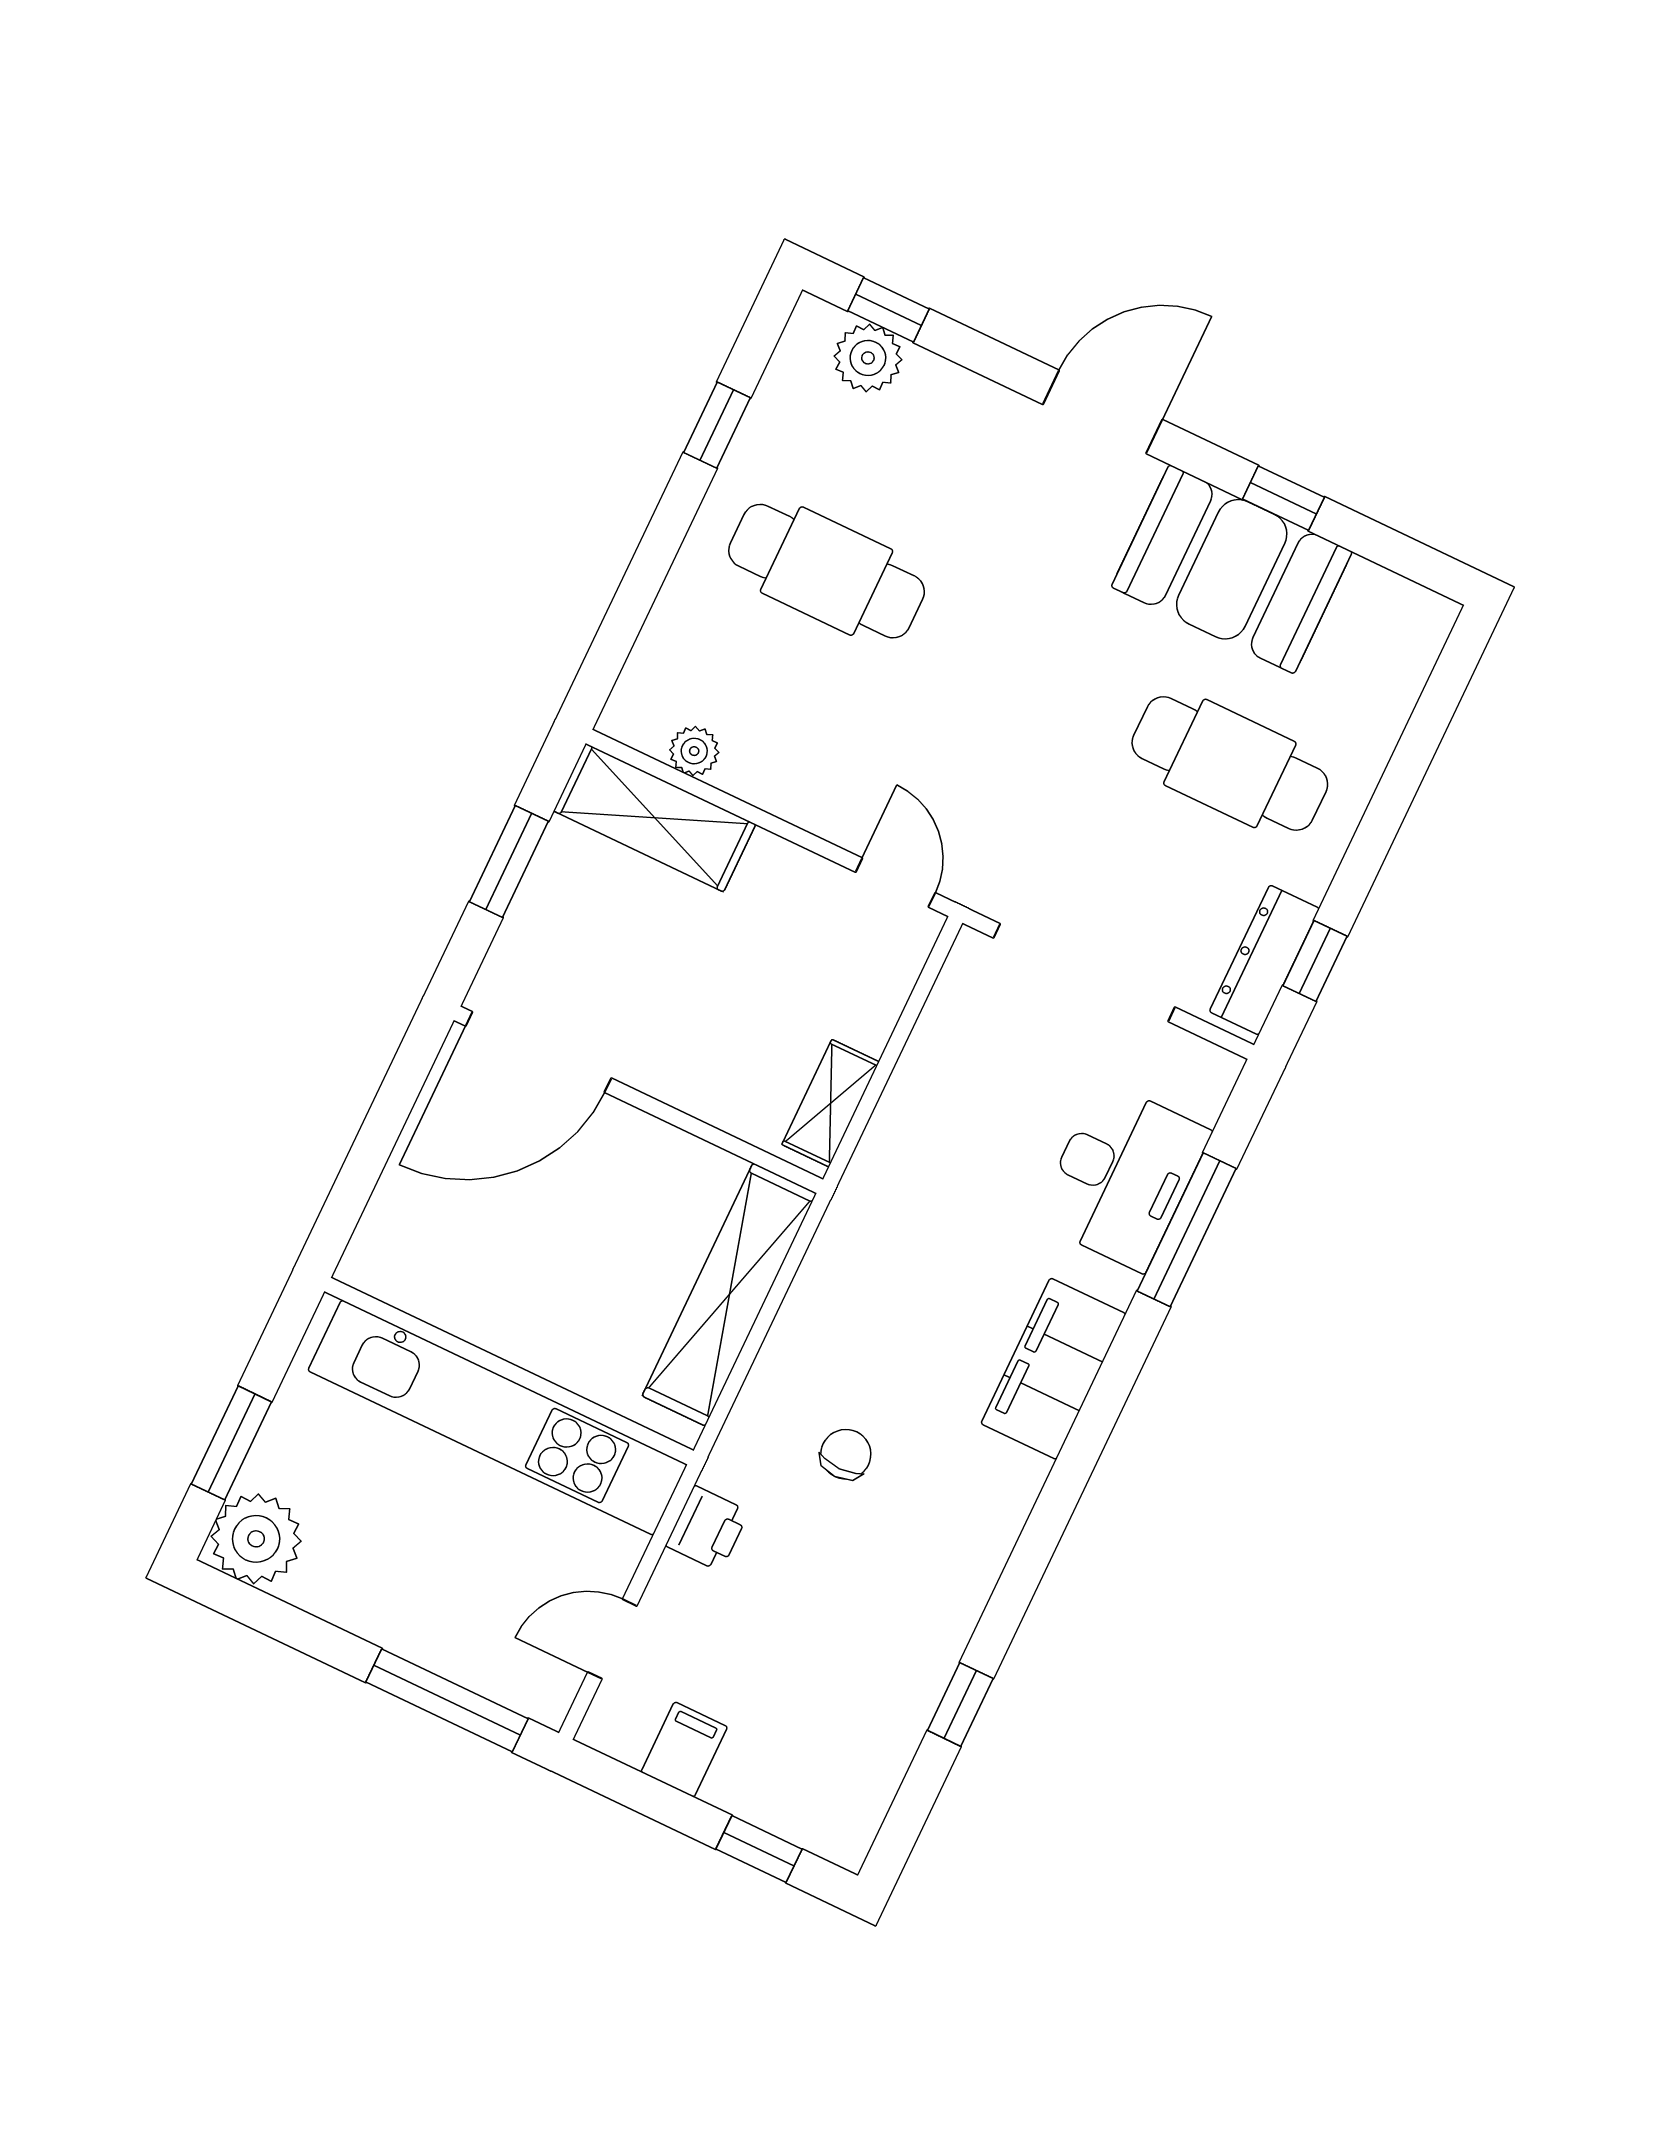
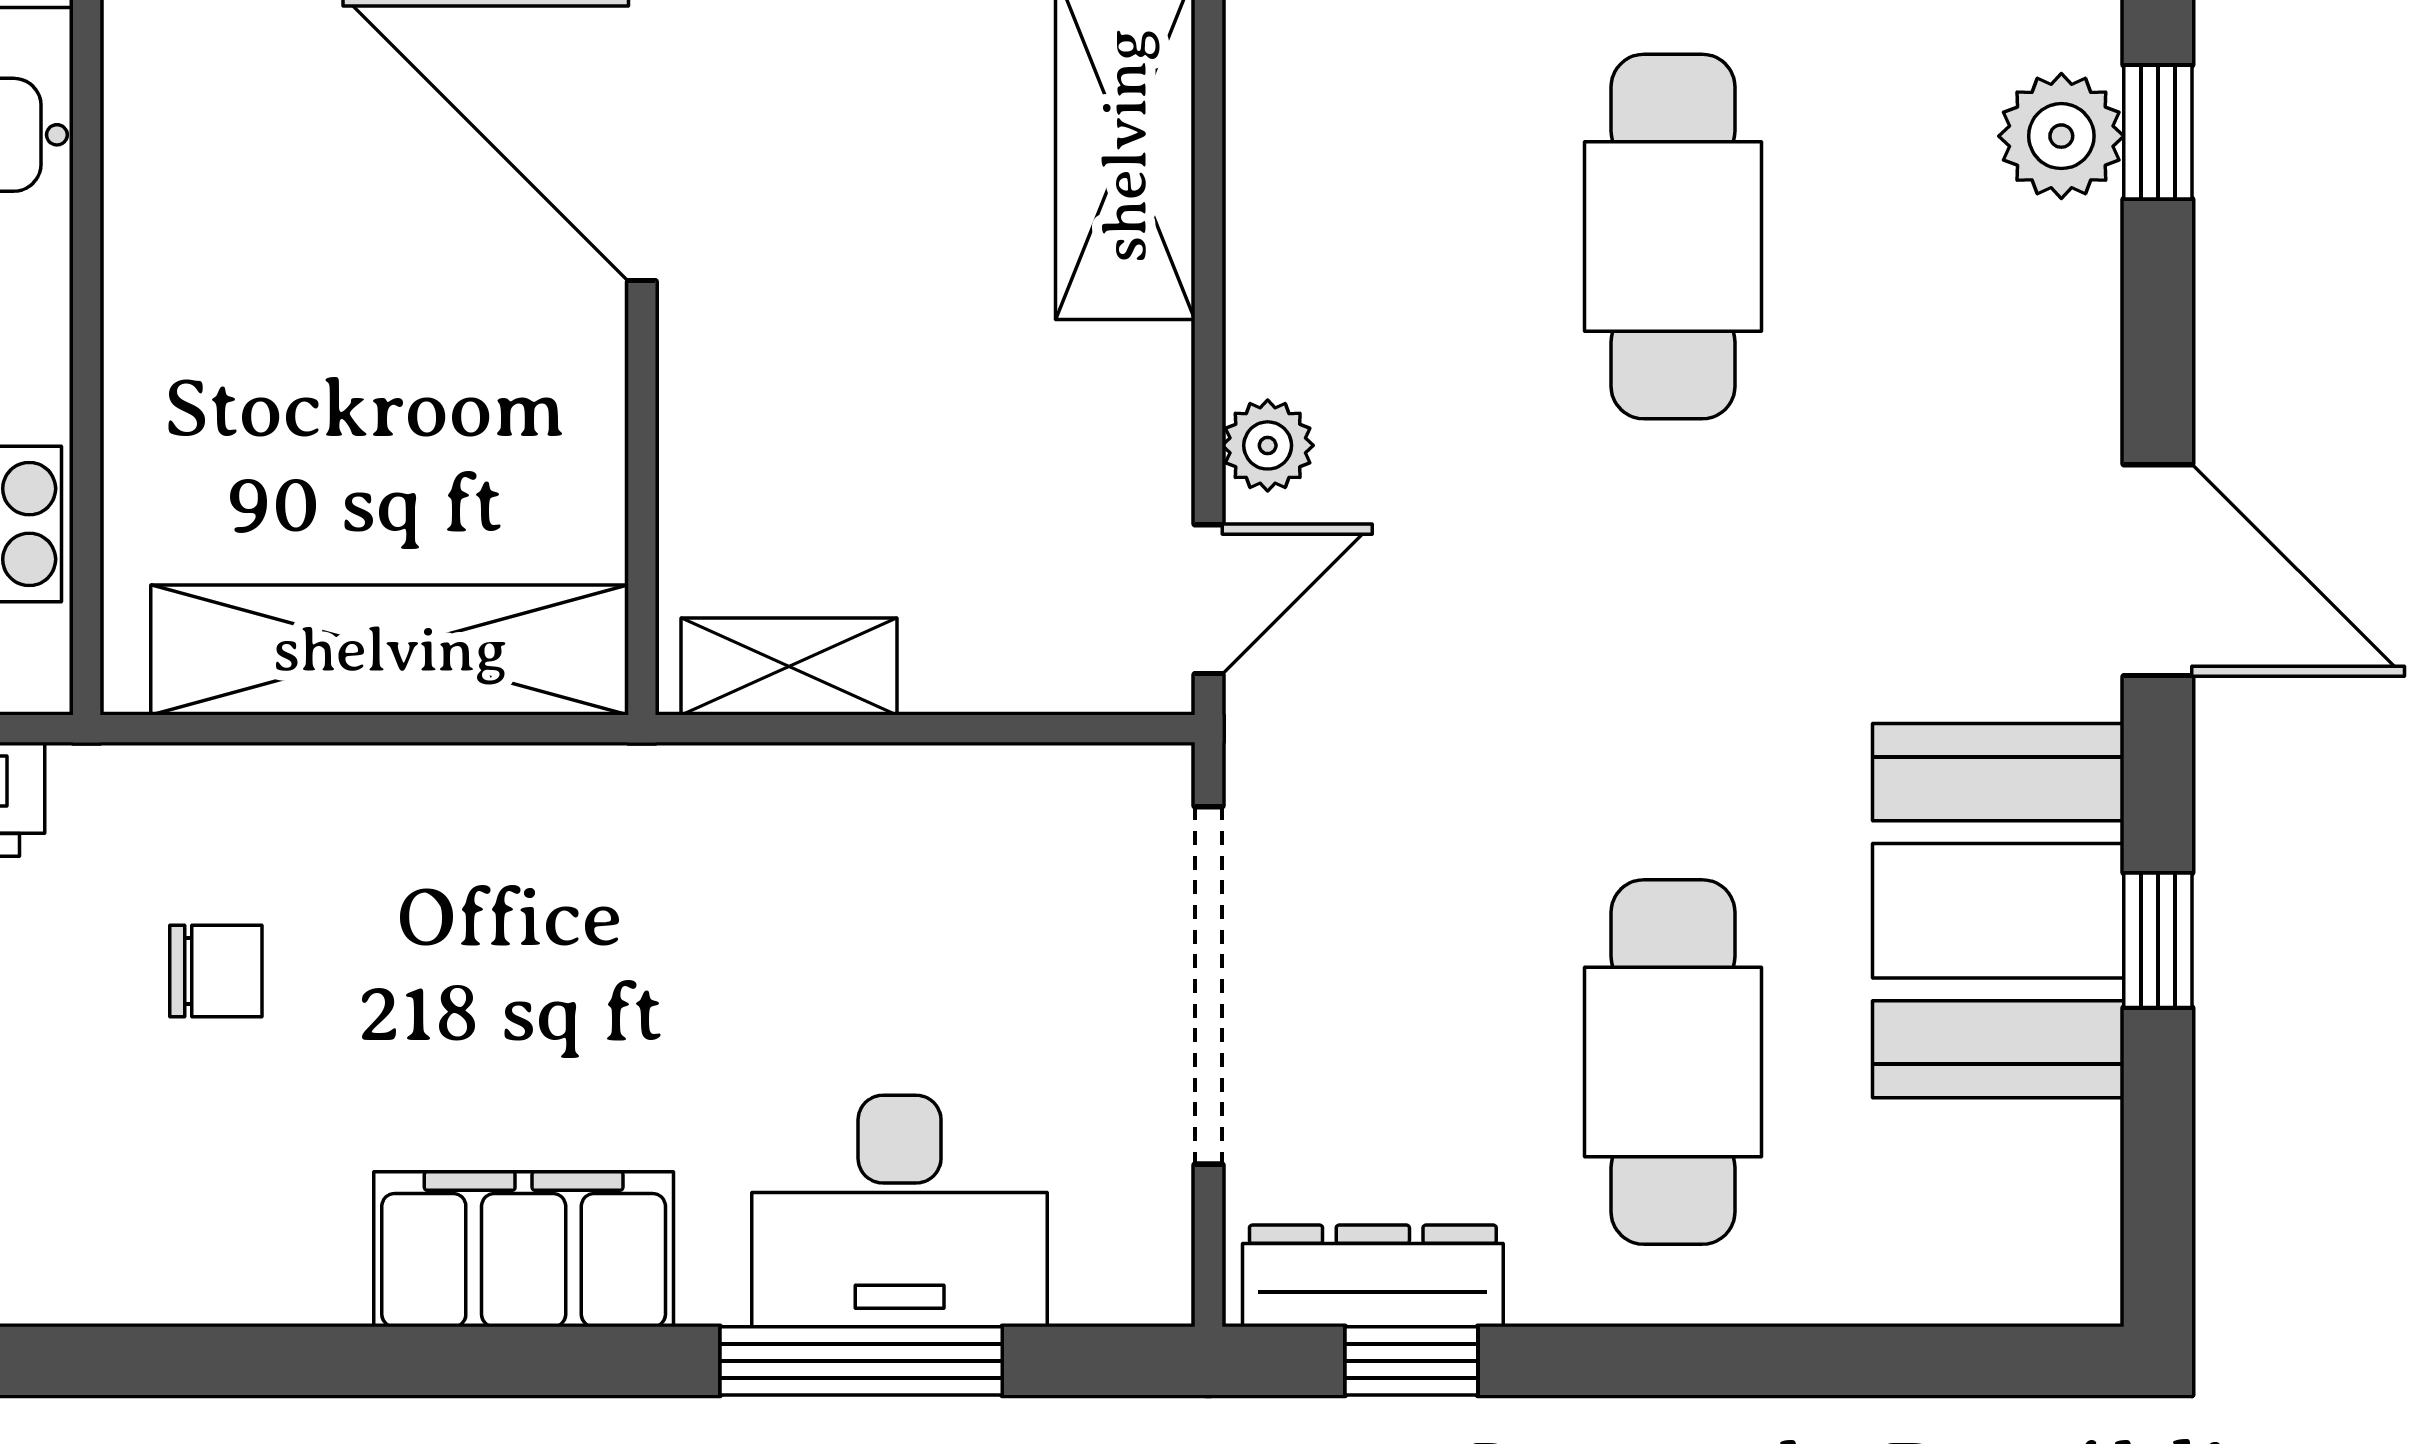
plant: (694, 751) -> (1268, 445), moved

